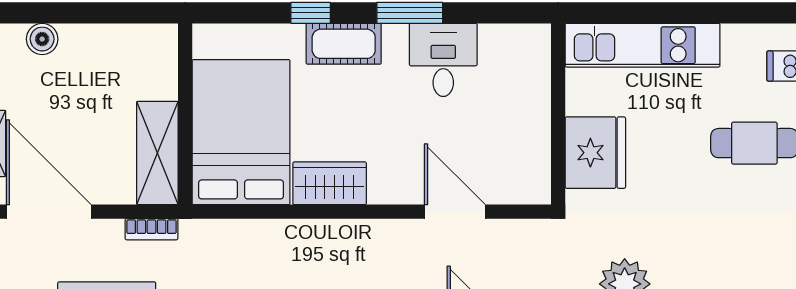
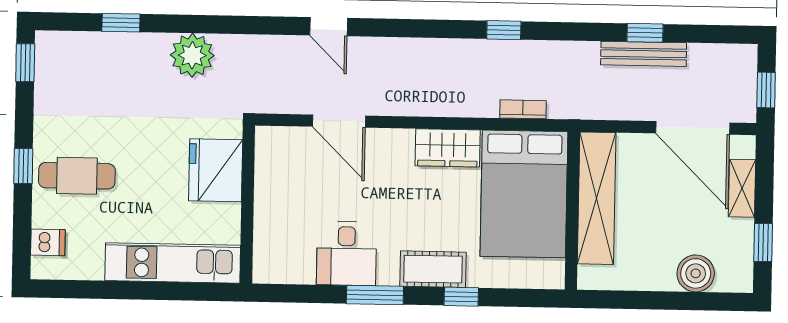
boiler: (42, 39) -> (696, 273), width x1.36, depth x1.36
shelving: (157, 153) -> (597, 198), width x1.47
bookcase: (152, 229) -> (523, 109), moved

